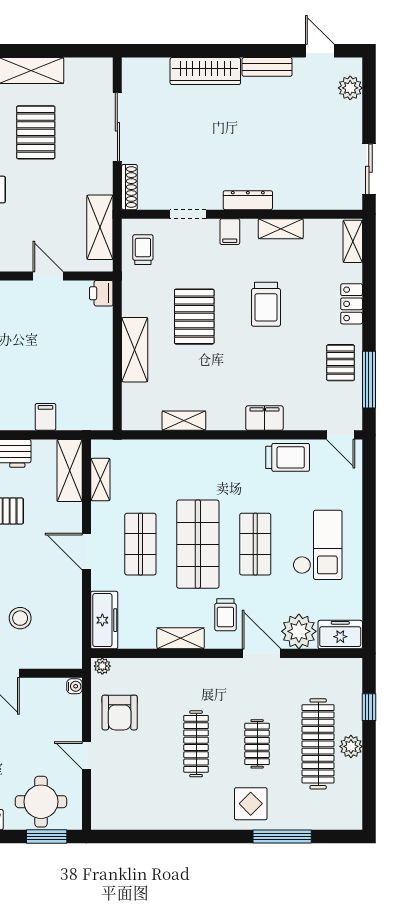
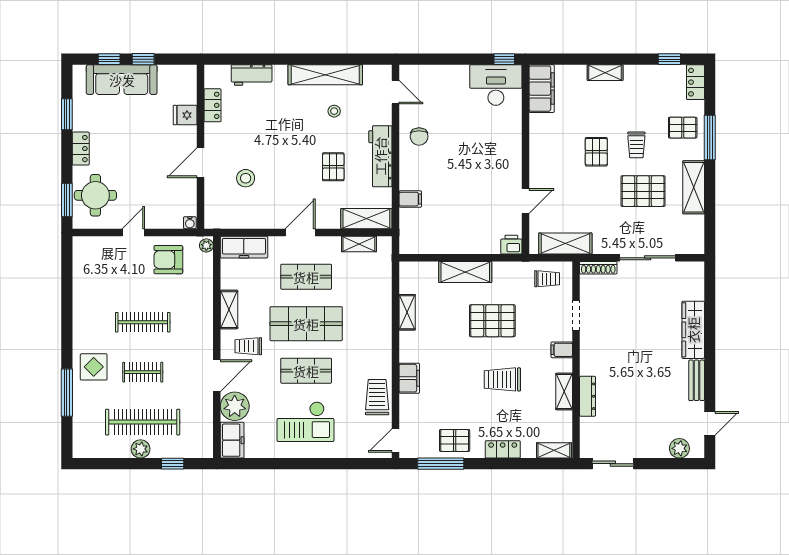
dresser: (248, 200) -> (588, 396), moved
trolley: (288, 457) -> (377, 397), turned 180

